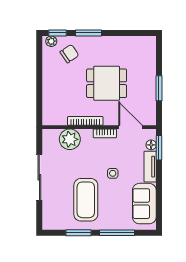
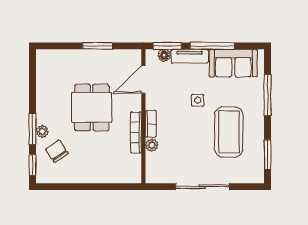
plant: (51, 41) -> (42, 131), moved
bookcase: (105, 133) -> (151, 124), moved
plant: (70, 139) -> (152, 145), width x0.53, depth x0.53
window: (159, 186) -> (212, 46), added
coffee table: (86, 200) -> (229, 132), turned 90
window: (78, 233) -> (268, 155), moved

